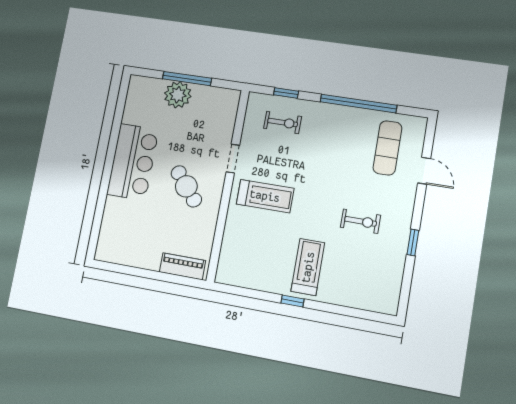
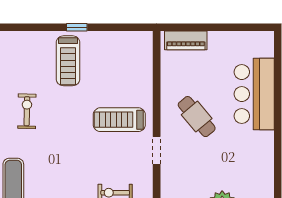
bar counter: (133, 162) -> (254, 94), moved
exercise bike: (361, 221) -> (27, 111), turned 91

